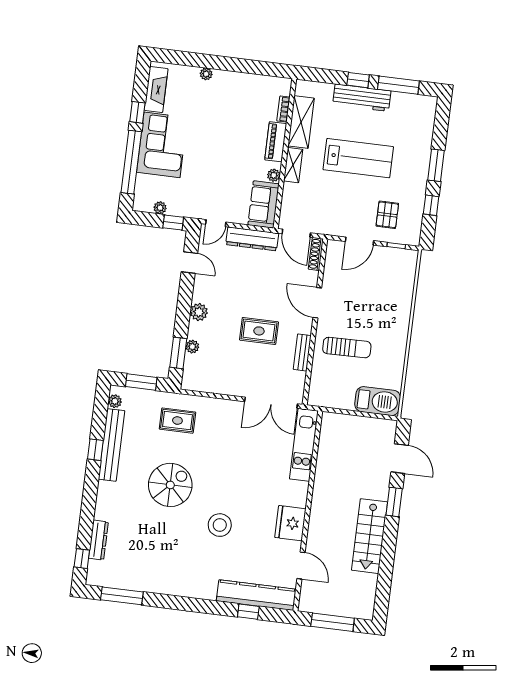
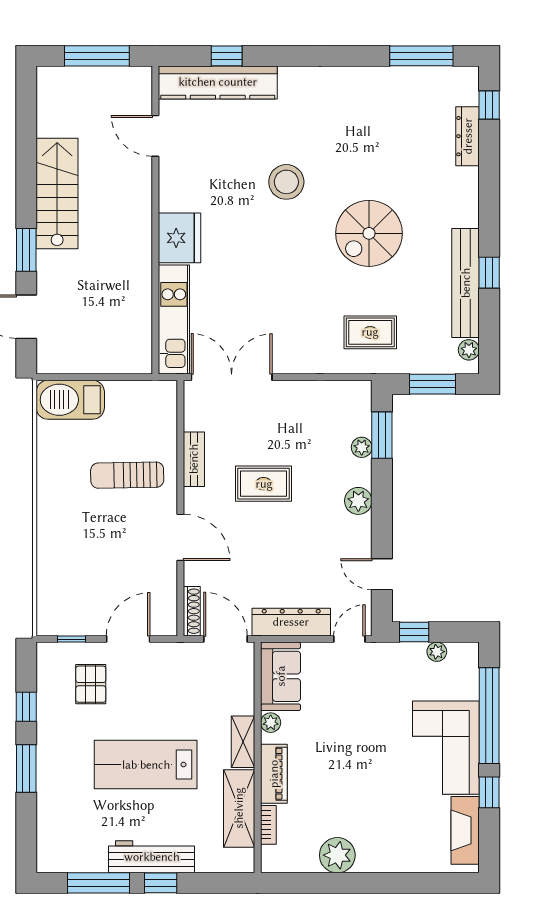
plant: (206, 74) -> (337, 855), moved, width x1.88, depth x1.88
fridge: (290, 523) -> (180, 238), moved

